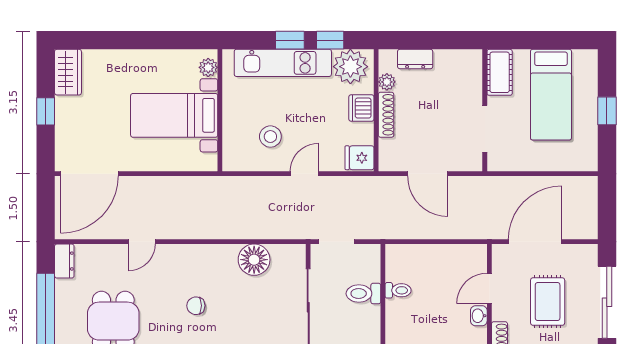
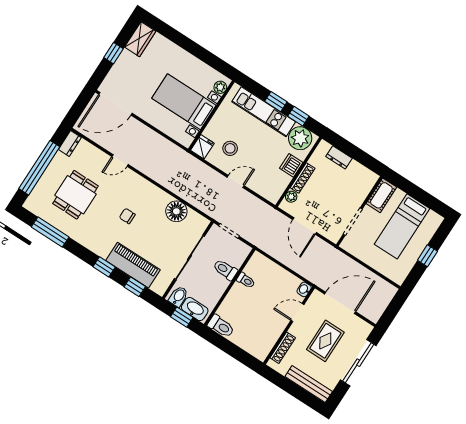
plant: (387, 82) -> (291, 197), moved
fridge: (359, 158) -> (202, 147), moved, turned 90
washbasin: (479, 316) -> (304, 289), moved

